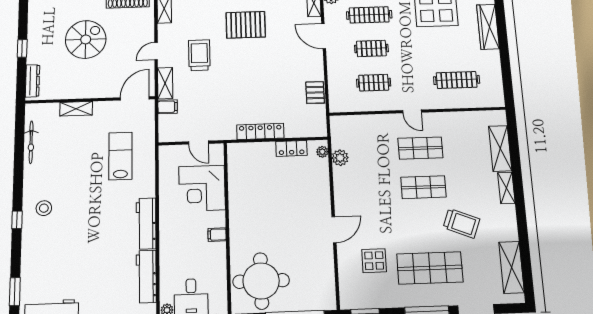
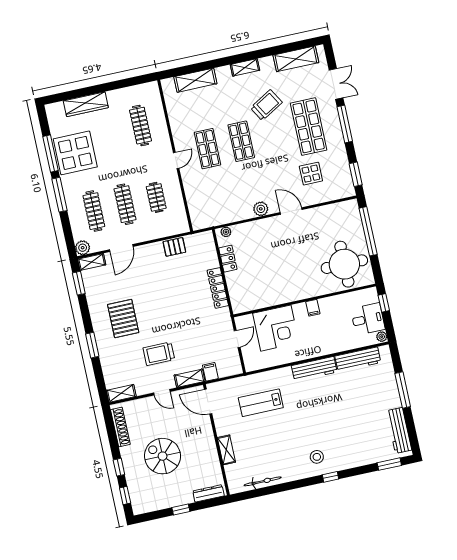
clothes rail: (371, 48) -> (125, 204), width x1.36
plant: (340, 158) -> (261, 209), moved
shelving: (506, 188) -> (245, 67), moved
trolley: (461, 223) -> (266, 105), turned 38

